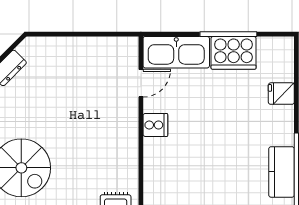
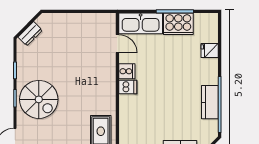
door: (141, 83) -> (117, 44), hinge flipped
dishwasher: (157, 149) -> (128, 87), added

